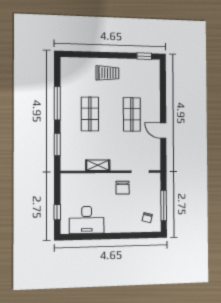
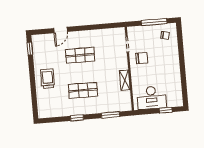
window: (57, 103) -> (77, 118), width x0.46
door: (163, 131) -> (61, 30), moved
desk: (87, 220) -> (151, 98), moved, turned 90

